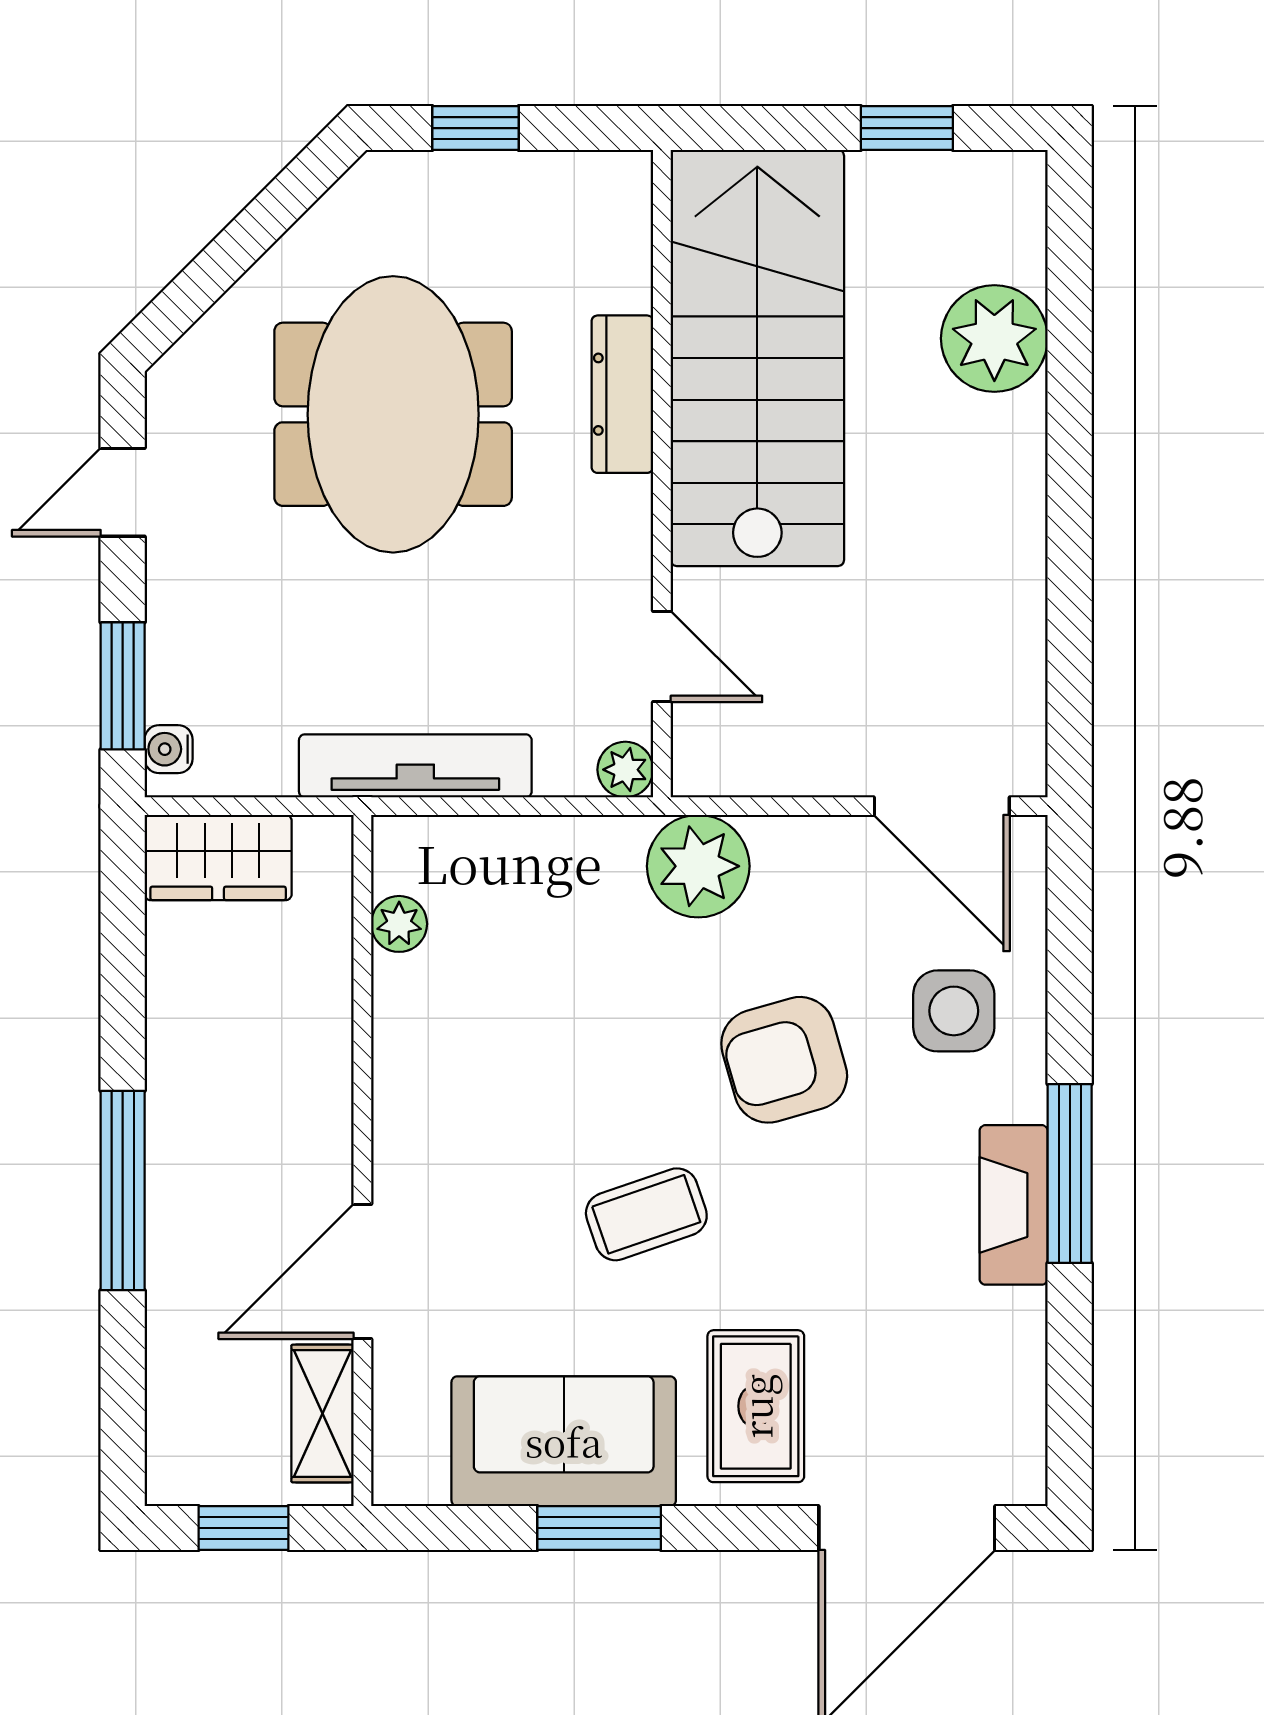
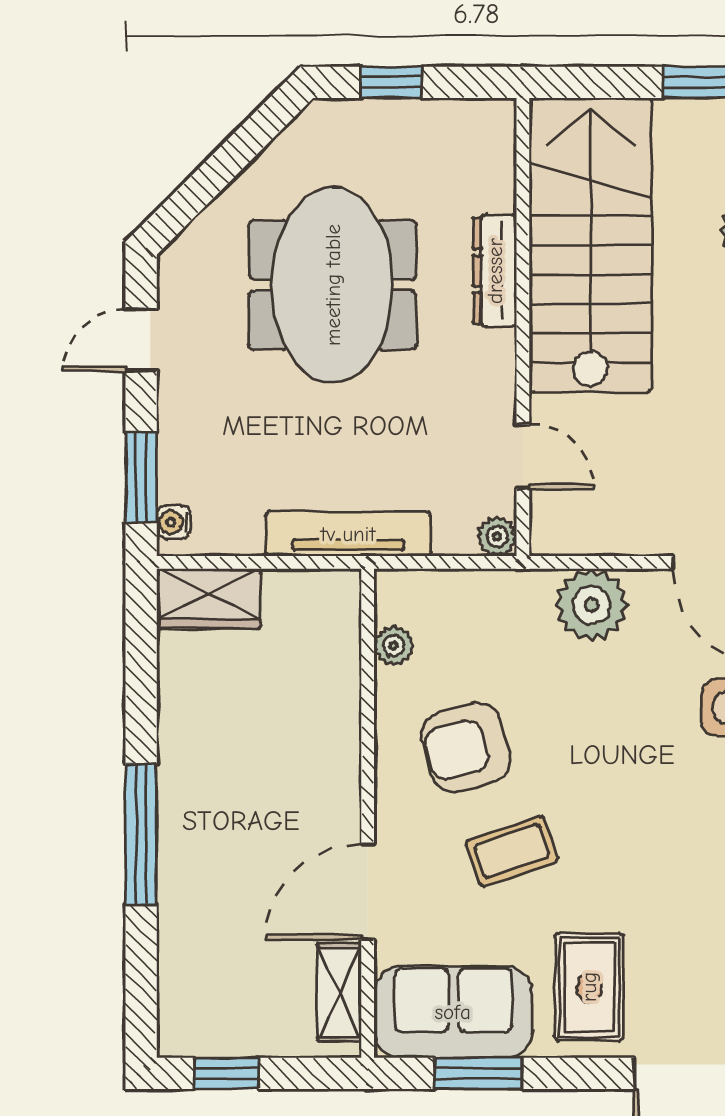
plant: (698, 866) -> (592, 605), moved
plant: (399, 924) -> (394, 646), moved
armchair: (784, 1060) -> (466, 747), moved
wall: (362, 1161) -> (368, 813), moved
door: (362, 1272) -> (368, 892), moved
shelving: (322, 1414) -> (339, 992), moved

